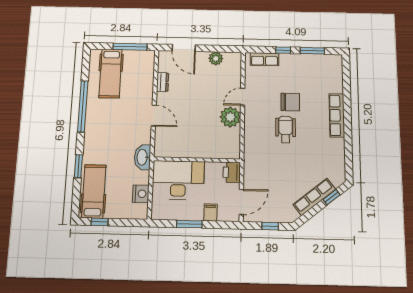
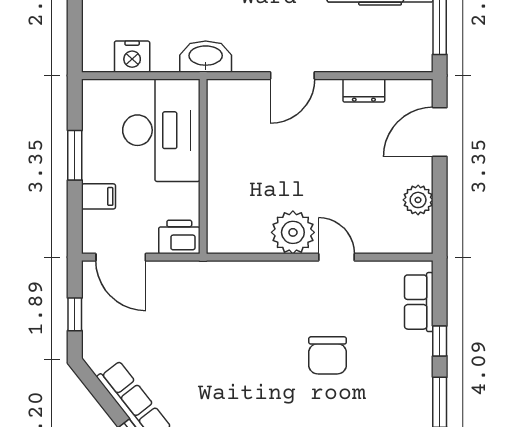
wheelchair: (286, 129) -> (270, 345), removed

